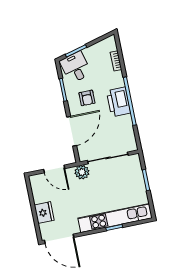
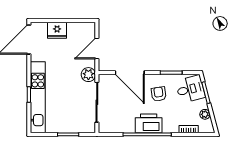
plant: (98, 47) -> (205, 114), added
armchair: (87, 98) -> (159, 94), turned 82

